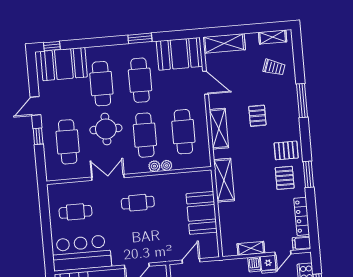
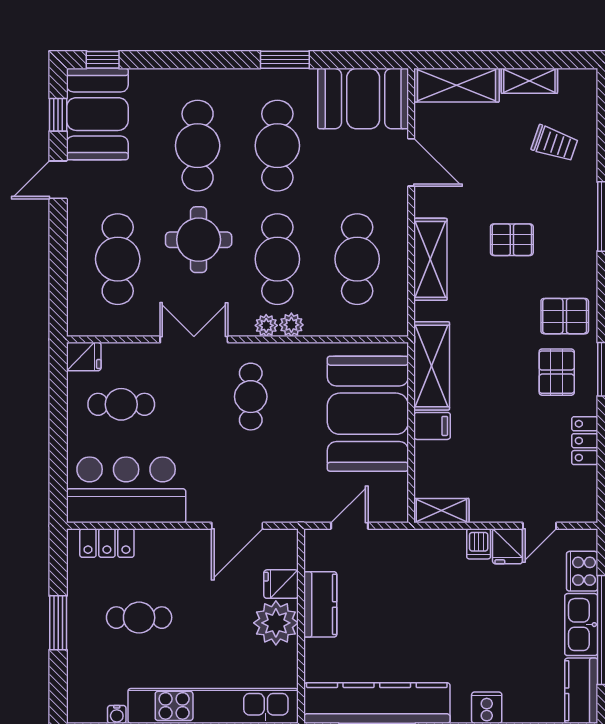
shelving: (273, 37) -> (529, 81), moved
booth: (64, 64) -> (97, 114), moved, turned 90
pallet: (257, 116) -> (512, 240), turned 90
window: (38, 136) -> (58, 115), moved
plant: (167, 165) -> (266, 325), moved
fridge: (55, 190) -> (84, 357), added
cafe table: (138, 203) -> (251, 397), turned 90
booth: (202, 213) -> (368, 414), width x1.36, depth x1.42
locker: (302, 216) -> (585, 441), width x0.66
filing cabinet: (302, 243) -> (432, 426), moved, turned 180
shelving: (251, 248) -> (441, 511), moved

